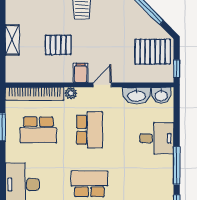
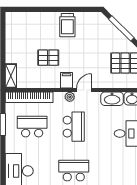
shelving: (12, 40) -> (11, 76), moved
plant: (71, 93) -> (70, 97), moved
school desk: (38, 130) -> (32, 127), turned 180

